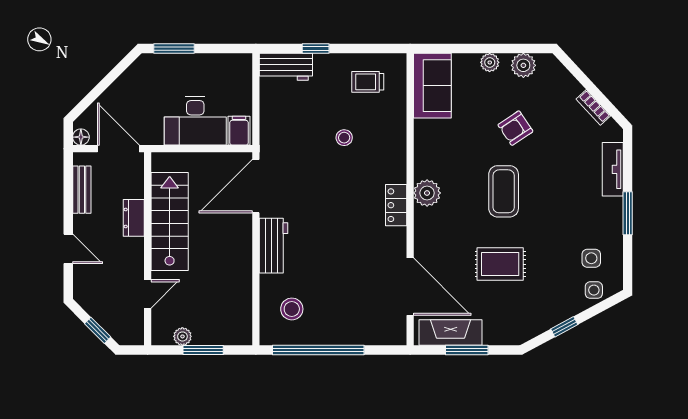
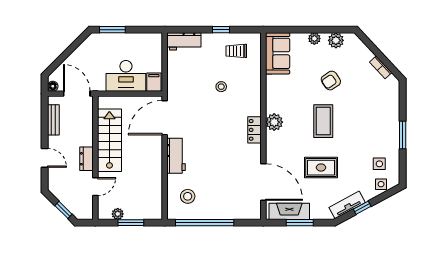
window: (316, 48) -> (221, 30), moved
tv unit: (613, 169) -> (347, 205), moved, turned 62
dresser: (134, 218) -> (87, 159), moved

